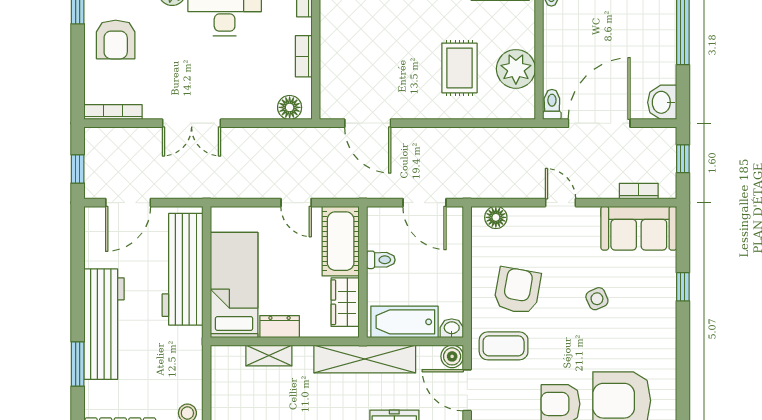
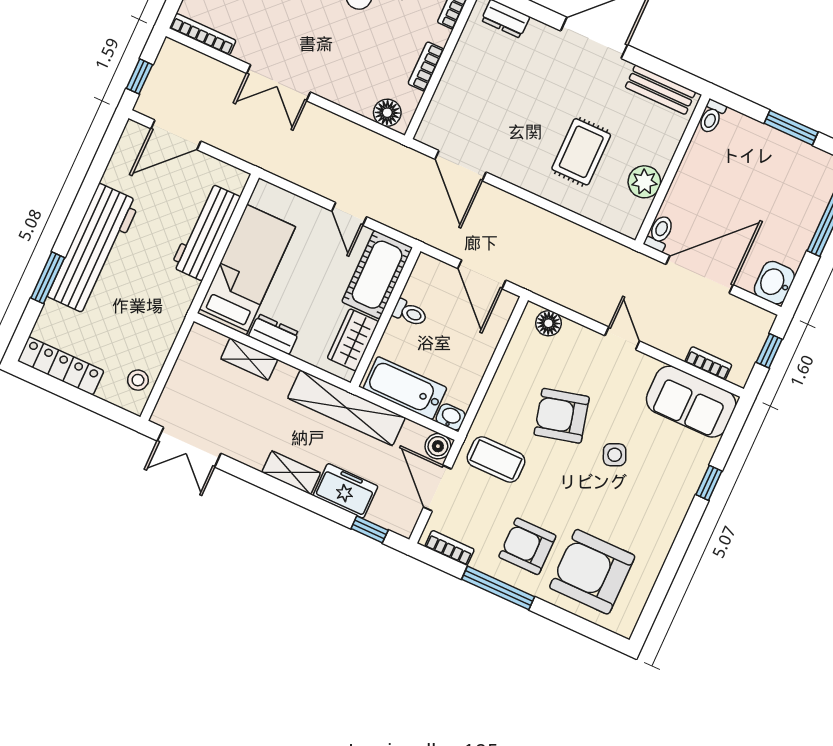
plant: (516, 69) -> (644, 182), width x0.73, depth x0.73
workbench: (183, 269) -> (206, 232), width x0.73, depth x0.76
armchair: (517, 291) -> (562, 416), moved, turned -114

